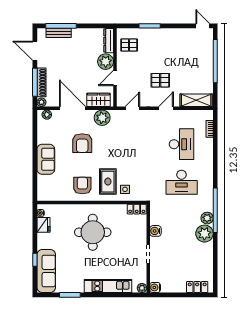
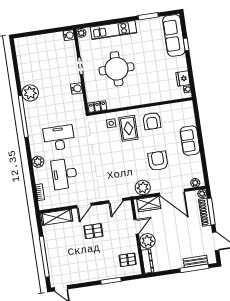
plant: (207, 218) -> (38, 162), moved
round table: (93, 232) -> (117, 69), moved
locker: (197, 287) -> (30, 42), removed

